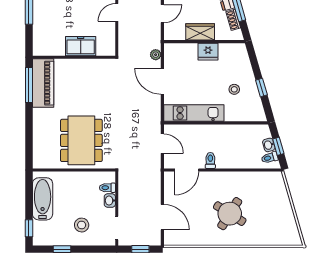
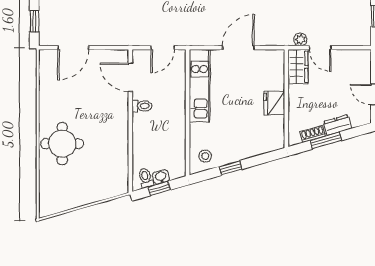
wardrobe: (200, 32) -> (298, 67), moved
plant: (156, 55) -> (300, 39), moved
stool: (234, 89) -> (205, 156), moved
round table: (230, 214) -> (62, 144), moved, turned -32

